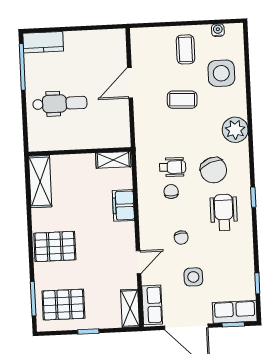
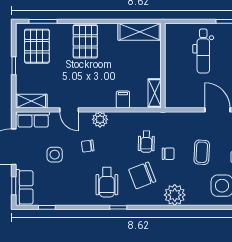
chair: (171, 192) -> (168, 154), moved
filing cabinet: (123, 205) -> (123, 100), width x0.50
wheelchair: (224, 212) -> (107, 182), turned 90
plant: (148, 224) -> (100, 119), added

